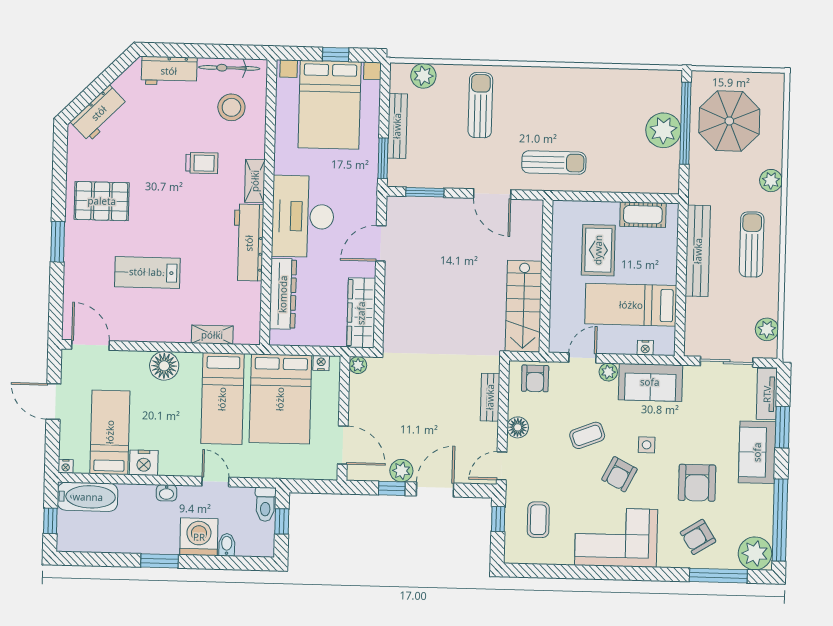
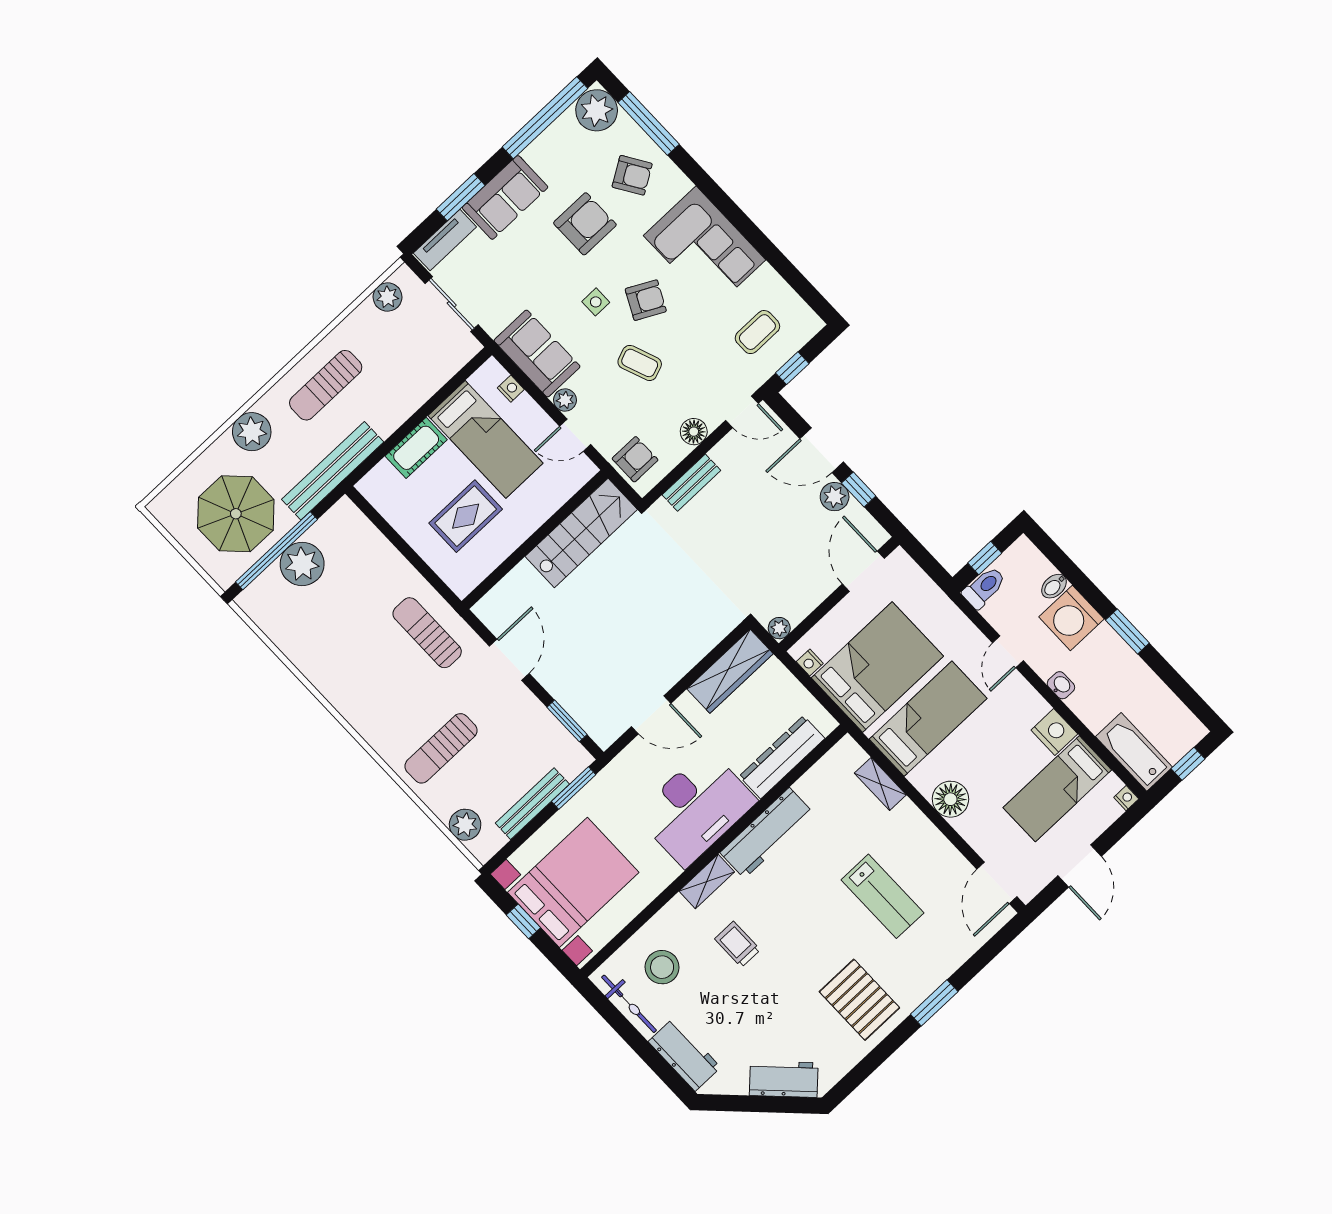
plant: (771, 181) -> (252, 432), width x1.36, depth x1.36
cot: (643, 215) -> (416, 448), moved, turned 90
bench: (698, 251) -> (333, 471), moved

